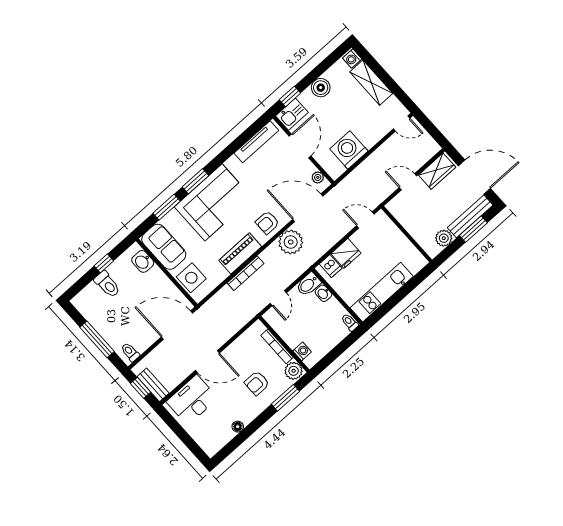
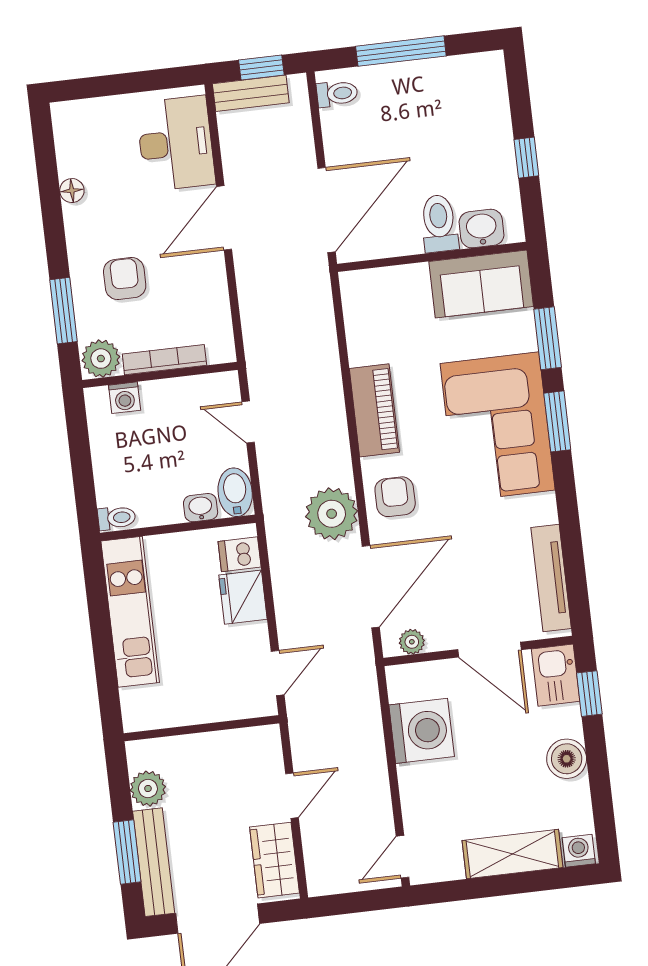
bookcase: (246, 273) -> (333, 395), removed
side table: (191, 278) -> (392, 294), removed
toilet: (107, 284) -> (439, 223), moved, turned 90

